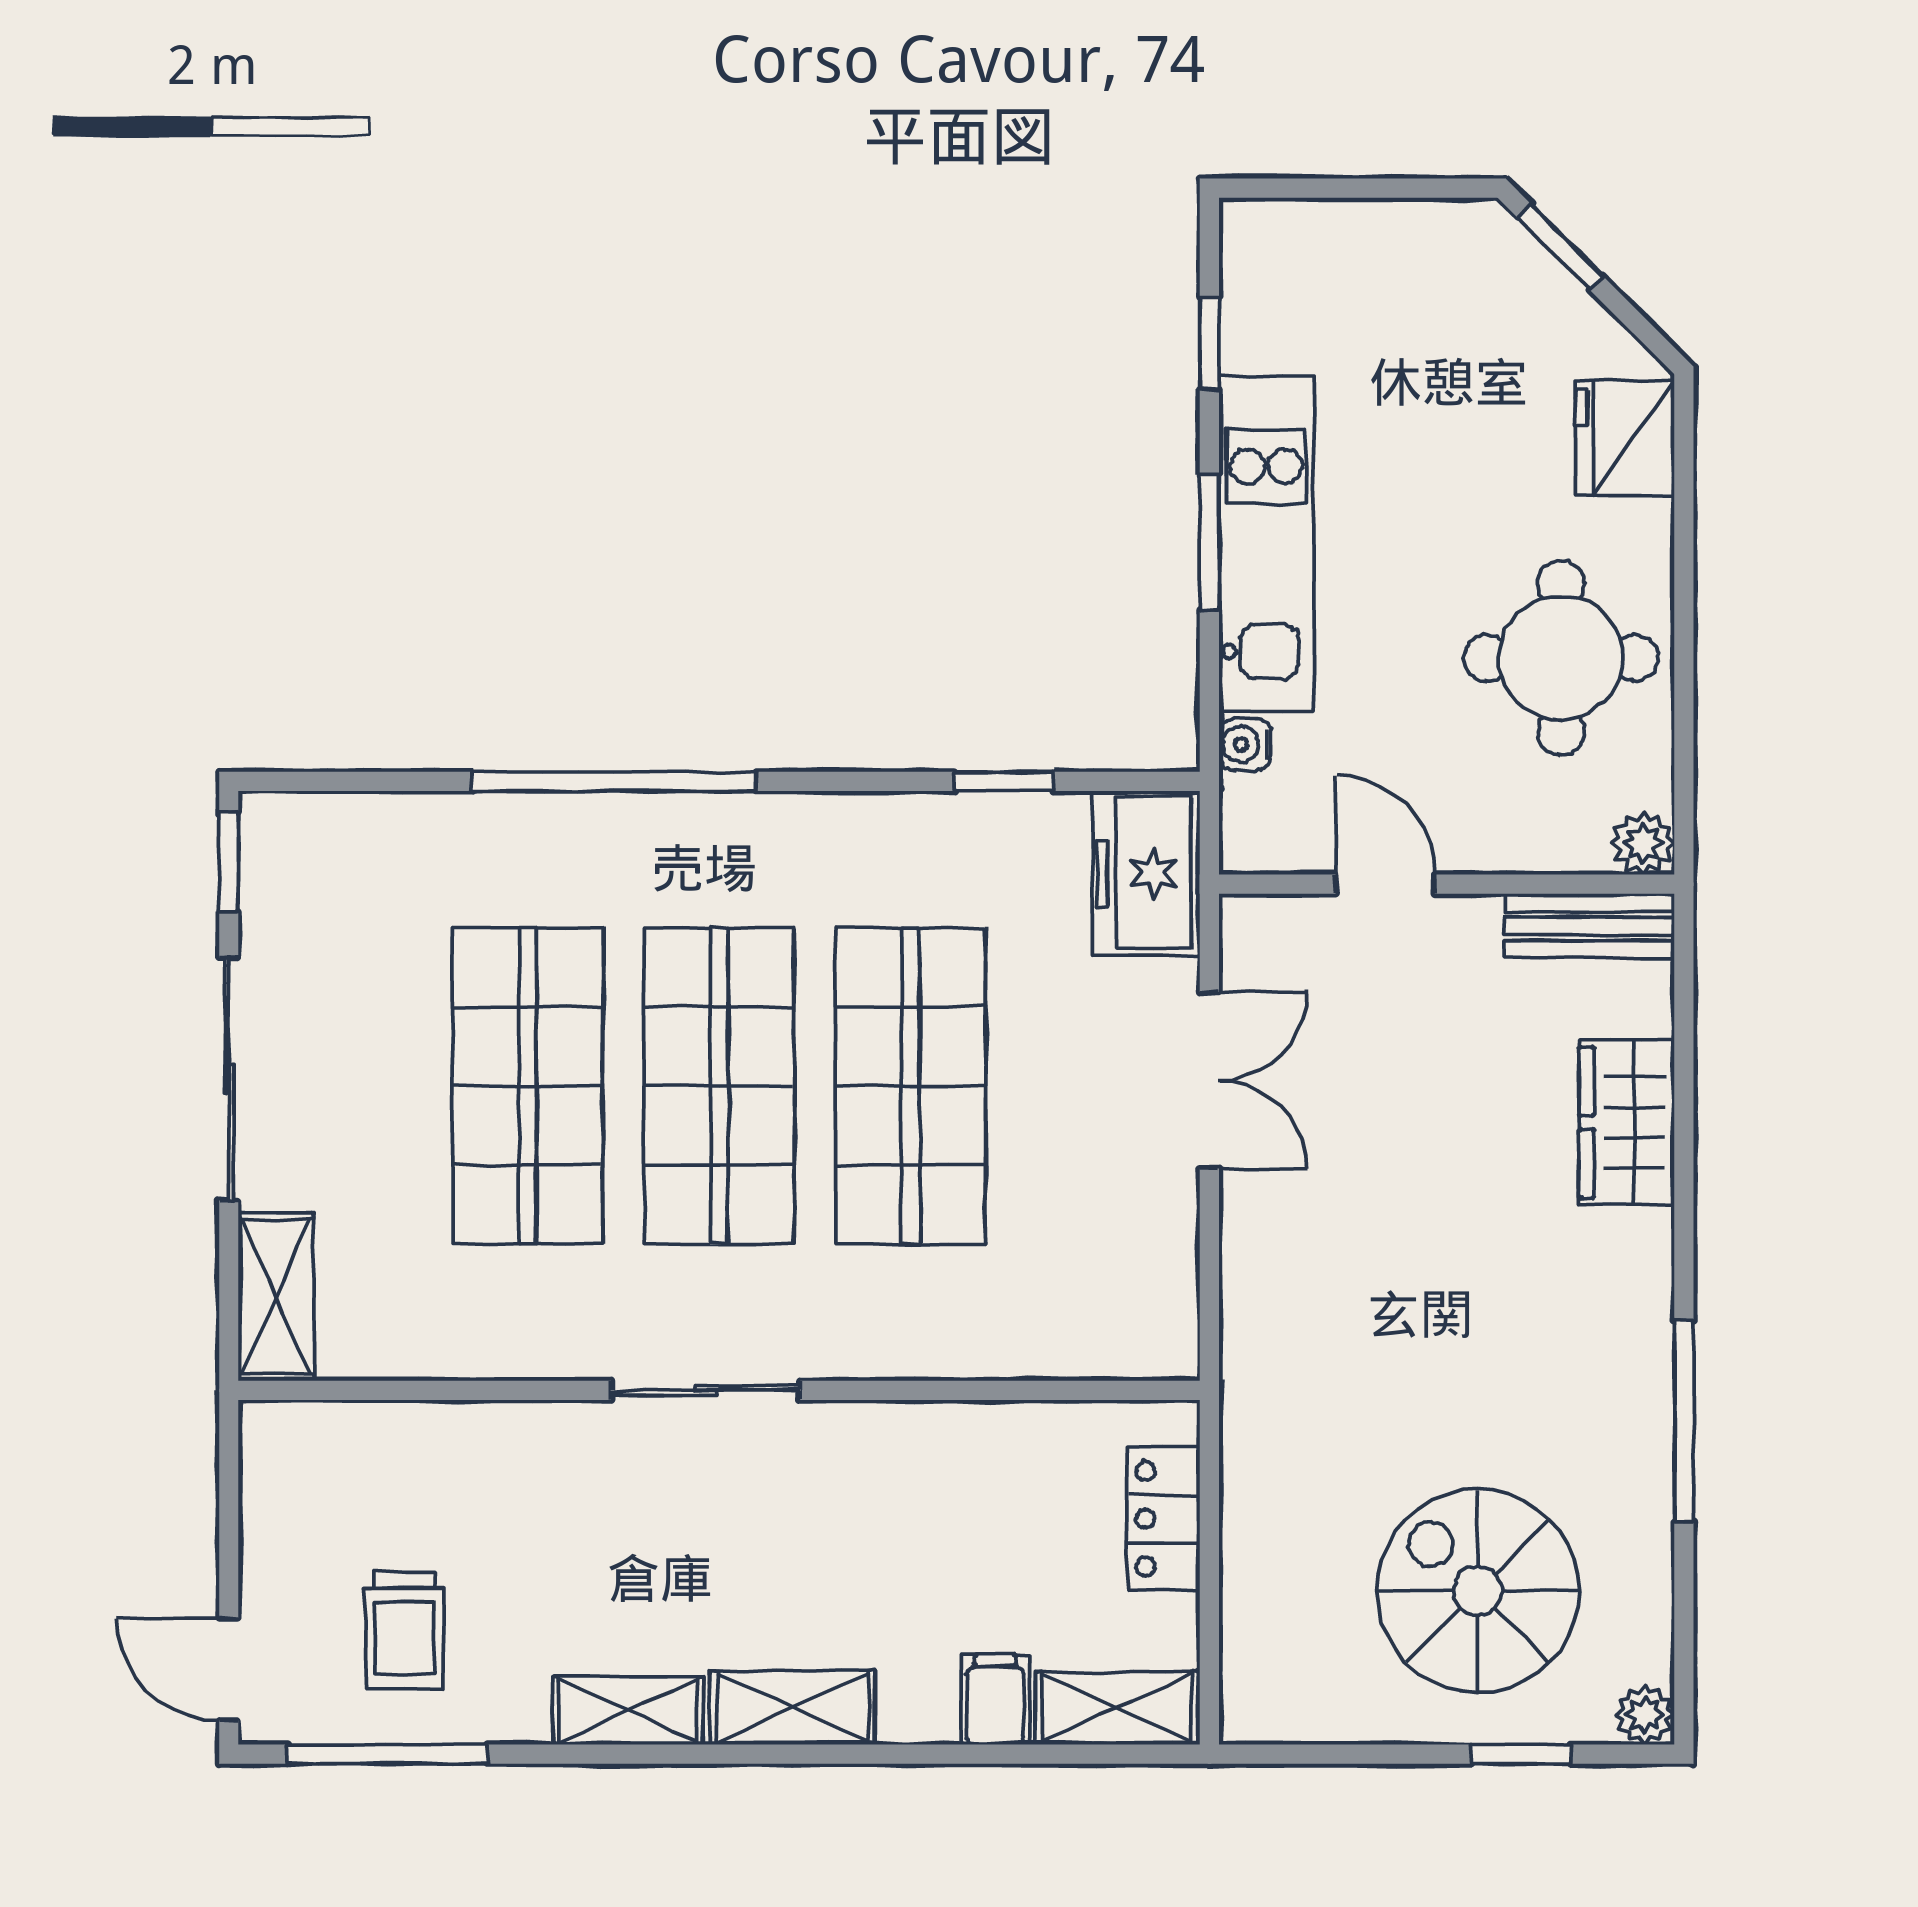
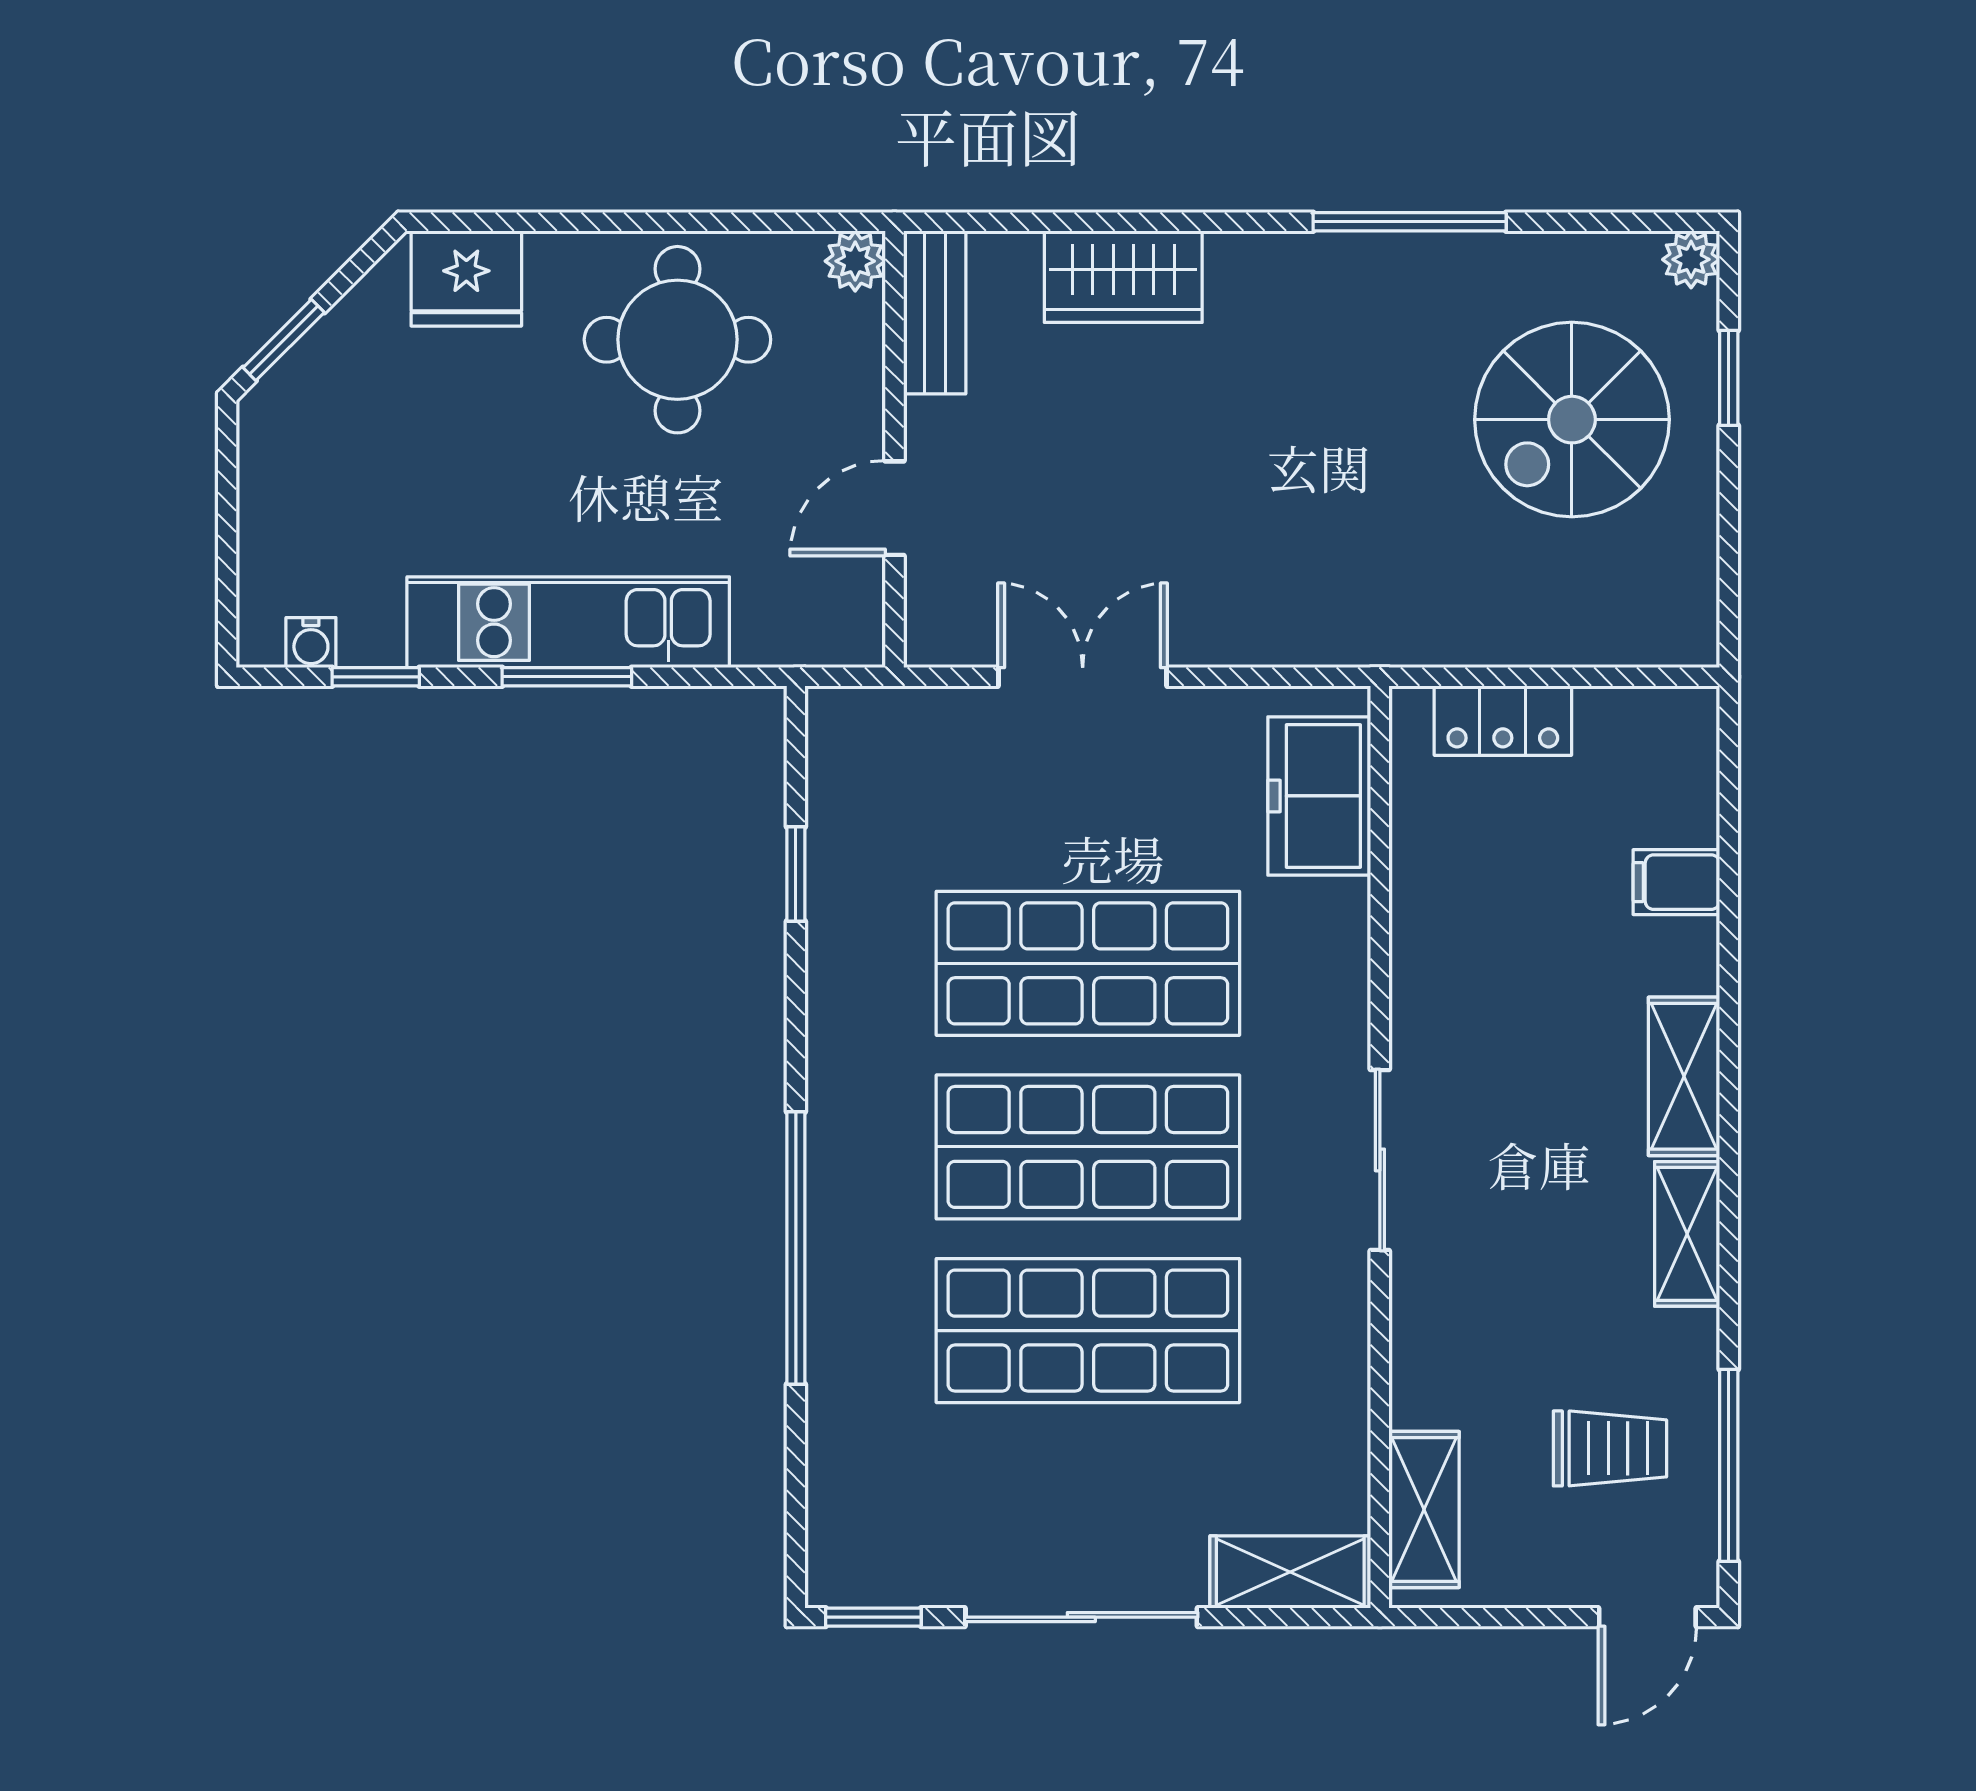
water cooler: (1245, 744) -> (311, 643), moved
freezer: (1146, 873) -> (1319, 796), moved, turned 90
shelving: (1117, 1708) -> (1424, 1509), moved

